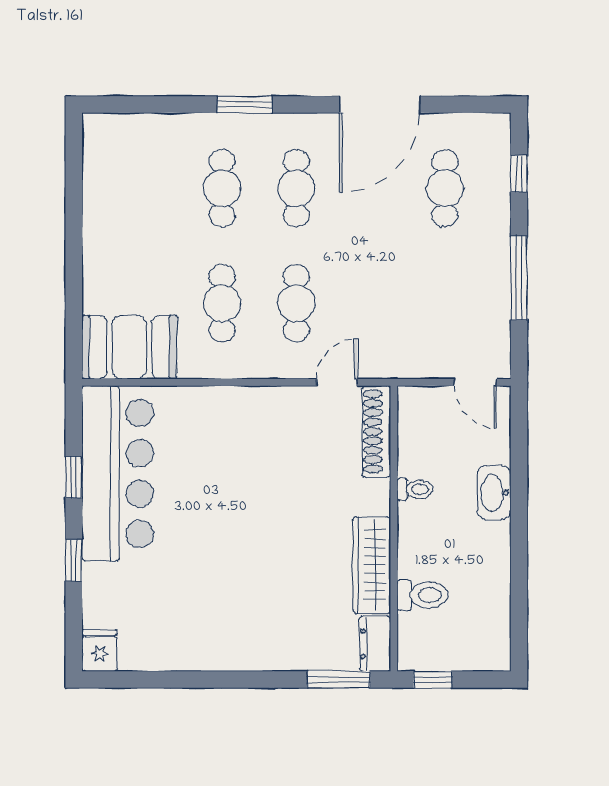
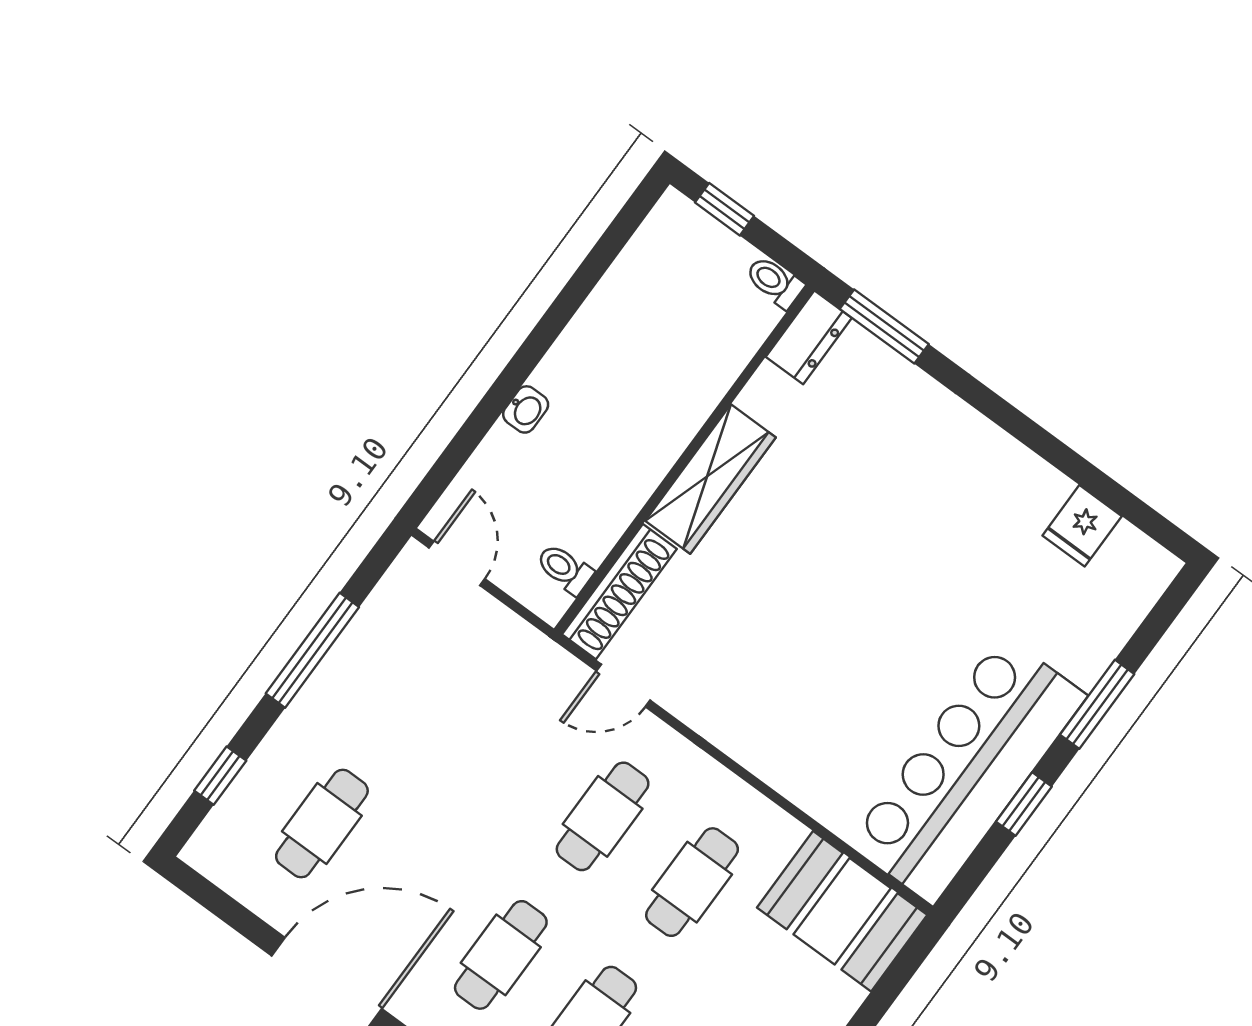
toilet: (415, 489) -> (565, 569), moved
washbasin: (494, 493) -> (526, 409), width x0.52, depth x0.69
window: (74, 560) -> (1097, 704), width x1.50
wardrobe: (372, 565) -> (711, 479), moved
toilet: (422, 595) -> (775, 282), moved, width x0.73, depth x0.72
fridge: (99, 650) -> (1082, 526), moved
window: (433, 680) -> (725, 209), moved

